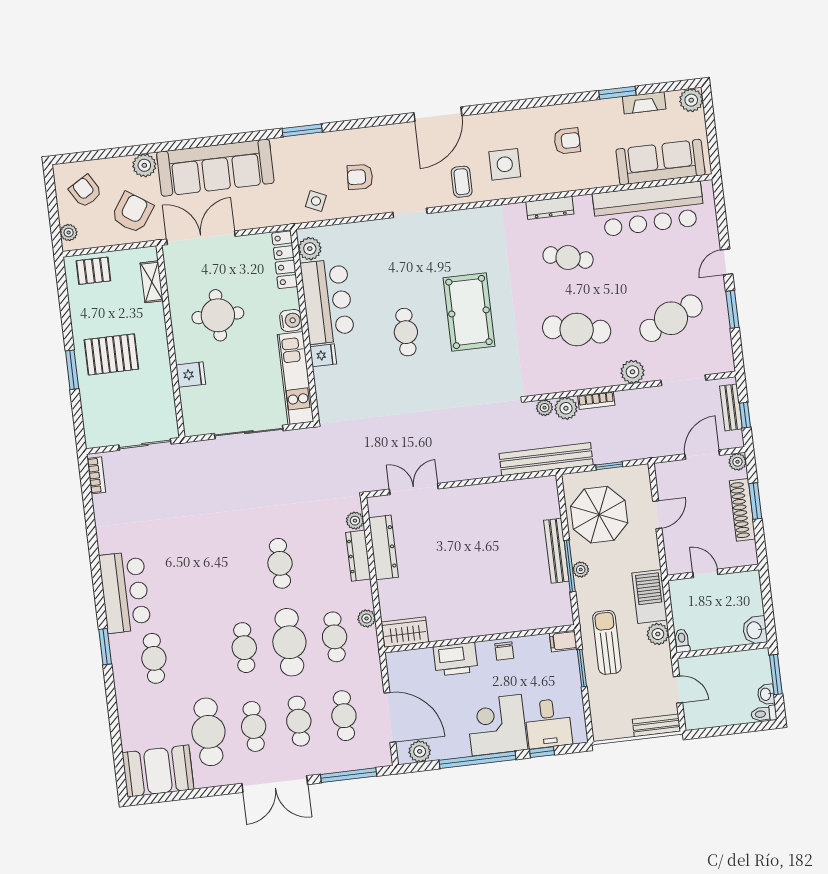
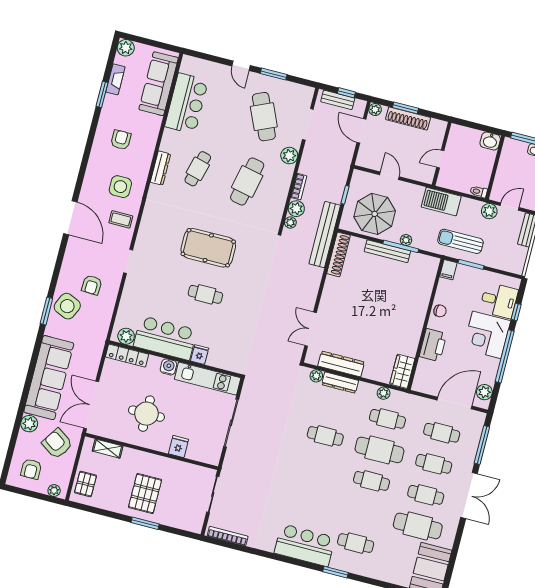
armchair: (85, 191) -> (31, 469), turned -59
side table: (316, 201) -> (67, 306), moved, width x1.87, depth x1.87
bar counter: (649, 209) -> (187, 103), width x0.73
bookcase: (96, 475) -> (228, 536), width x1.56
shoe rack: (527, 488) -> (338, 254), added
plant: (658, 634) -> (489, 211), moved

